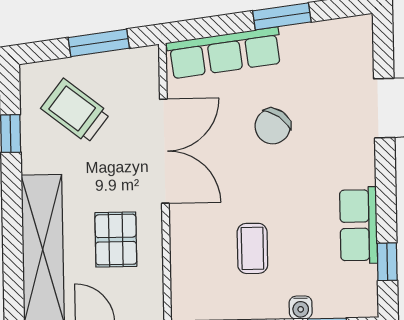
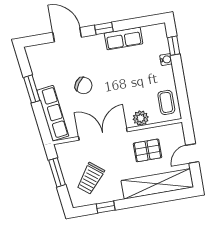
plant: (186, 236) -> (141, 118), added
coffee table: (252, 248) -> (166, 102), moved, turned 90
window: (387, 262) -> (104, 28), moved

